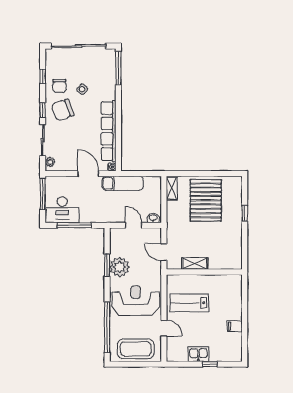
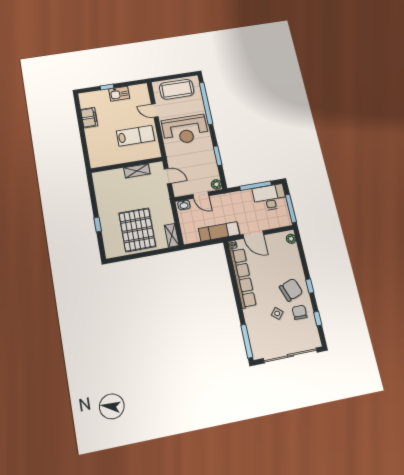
sliding door: (43, 140) -> (303, 258), removed
plant: (120, 267) -> (216, 184), moved, width x0.53, depth x0.53
filing cabinet: (235, 326) -> (89, 118), width x2.00

